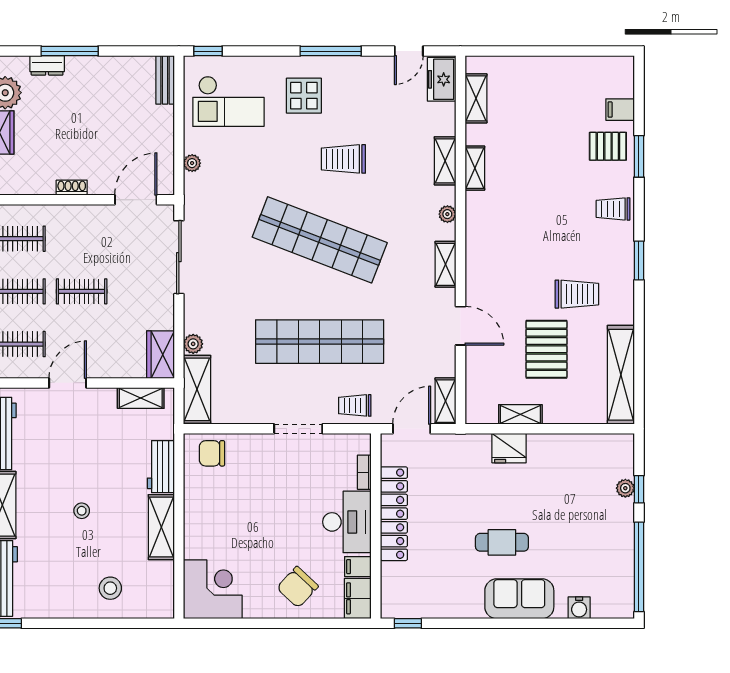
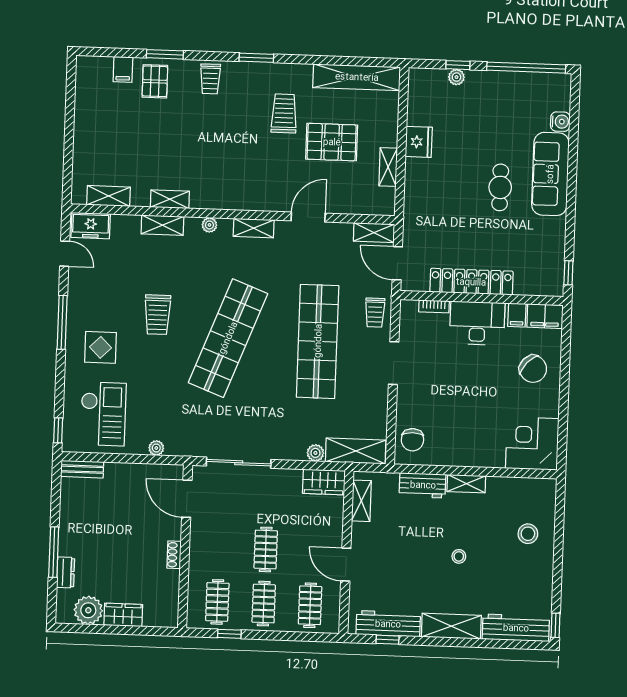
fridge: (509, 448) -> (419, 142), moved
shelving: (161, 527) -> (466, 484), width x0.67, depth x0.75
sofa: (519, 599) -> (550, 174), width x1.36

